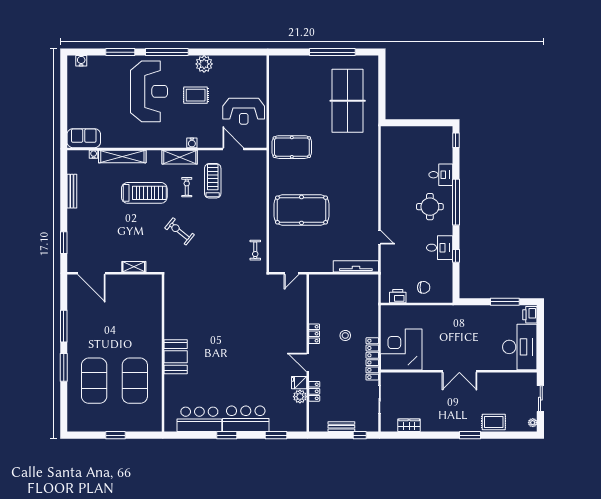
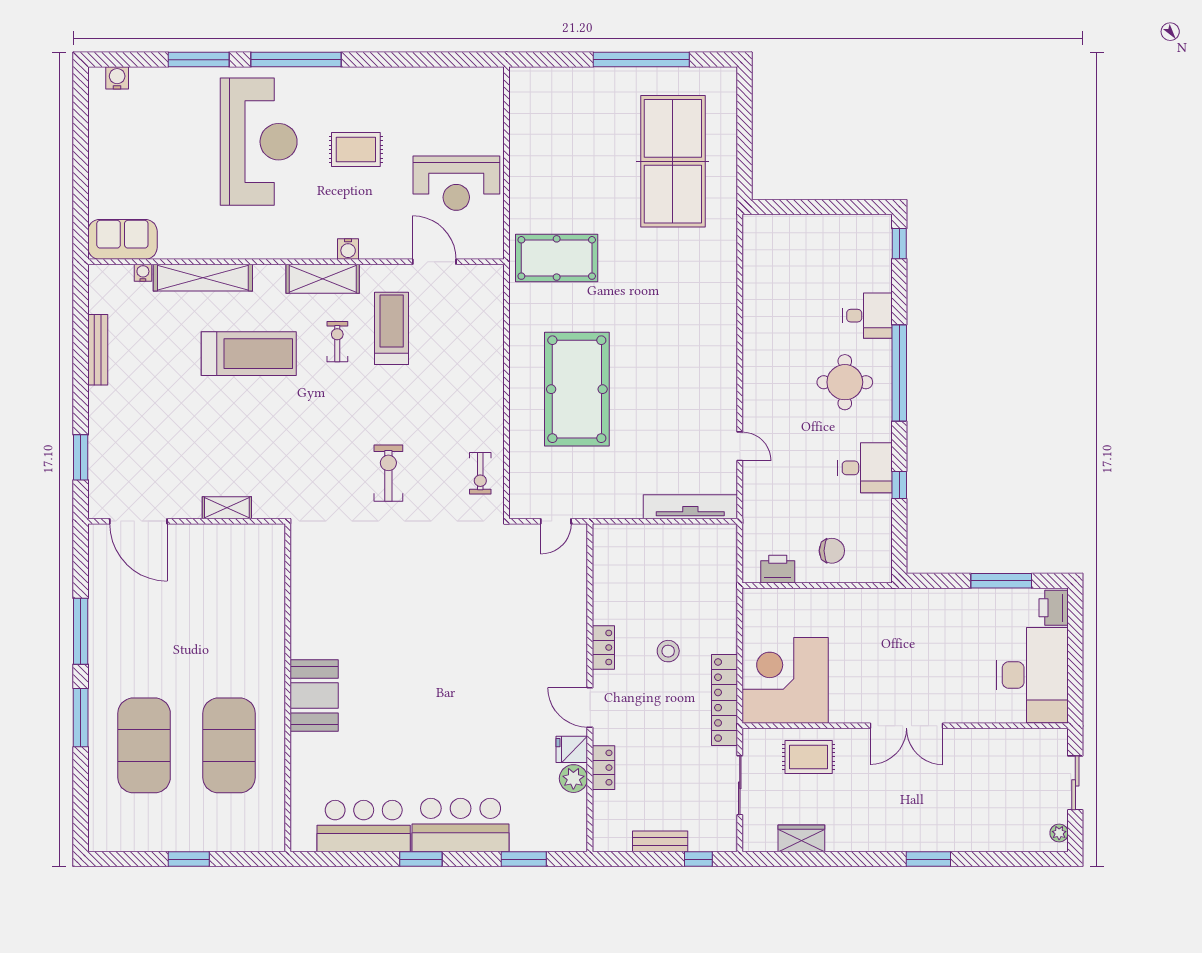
plant: (204, 64) -> (374, 84), removed
pool table: (302, 210) -> (577, 389), turned 90
exercise bike: (180, 231) -> (388, 473), moved, turned 51
rug: (494, 422) -> (809, 757), moved

